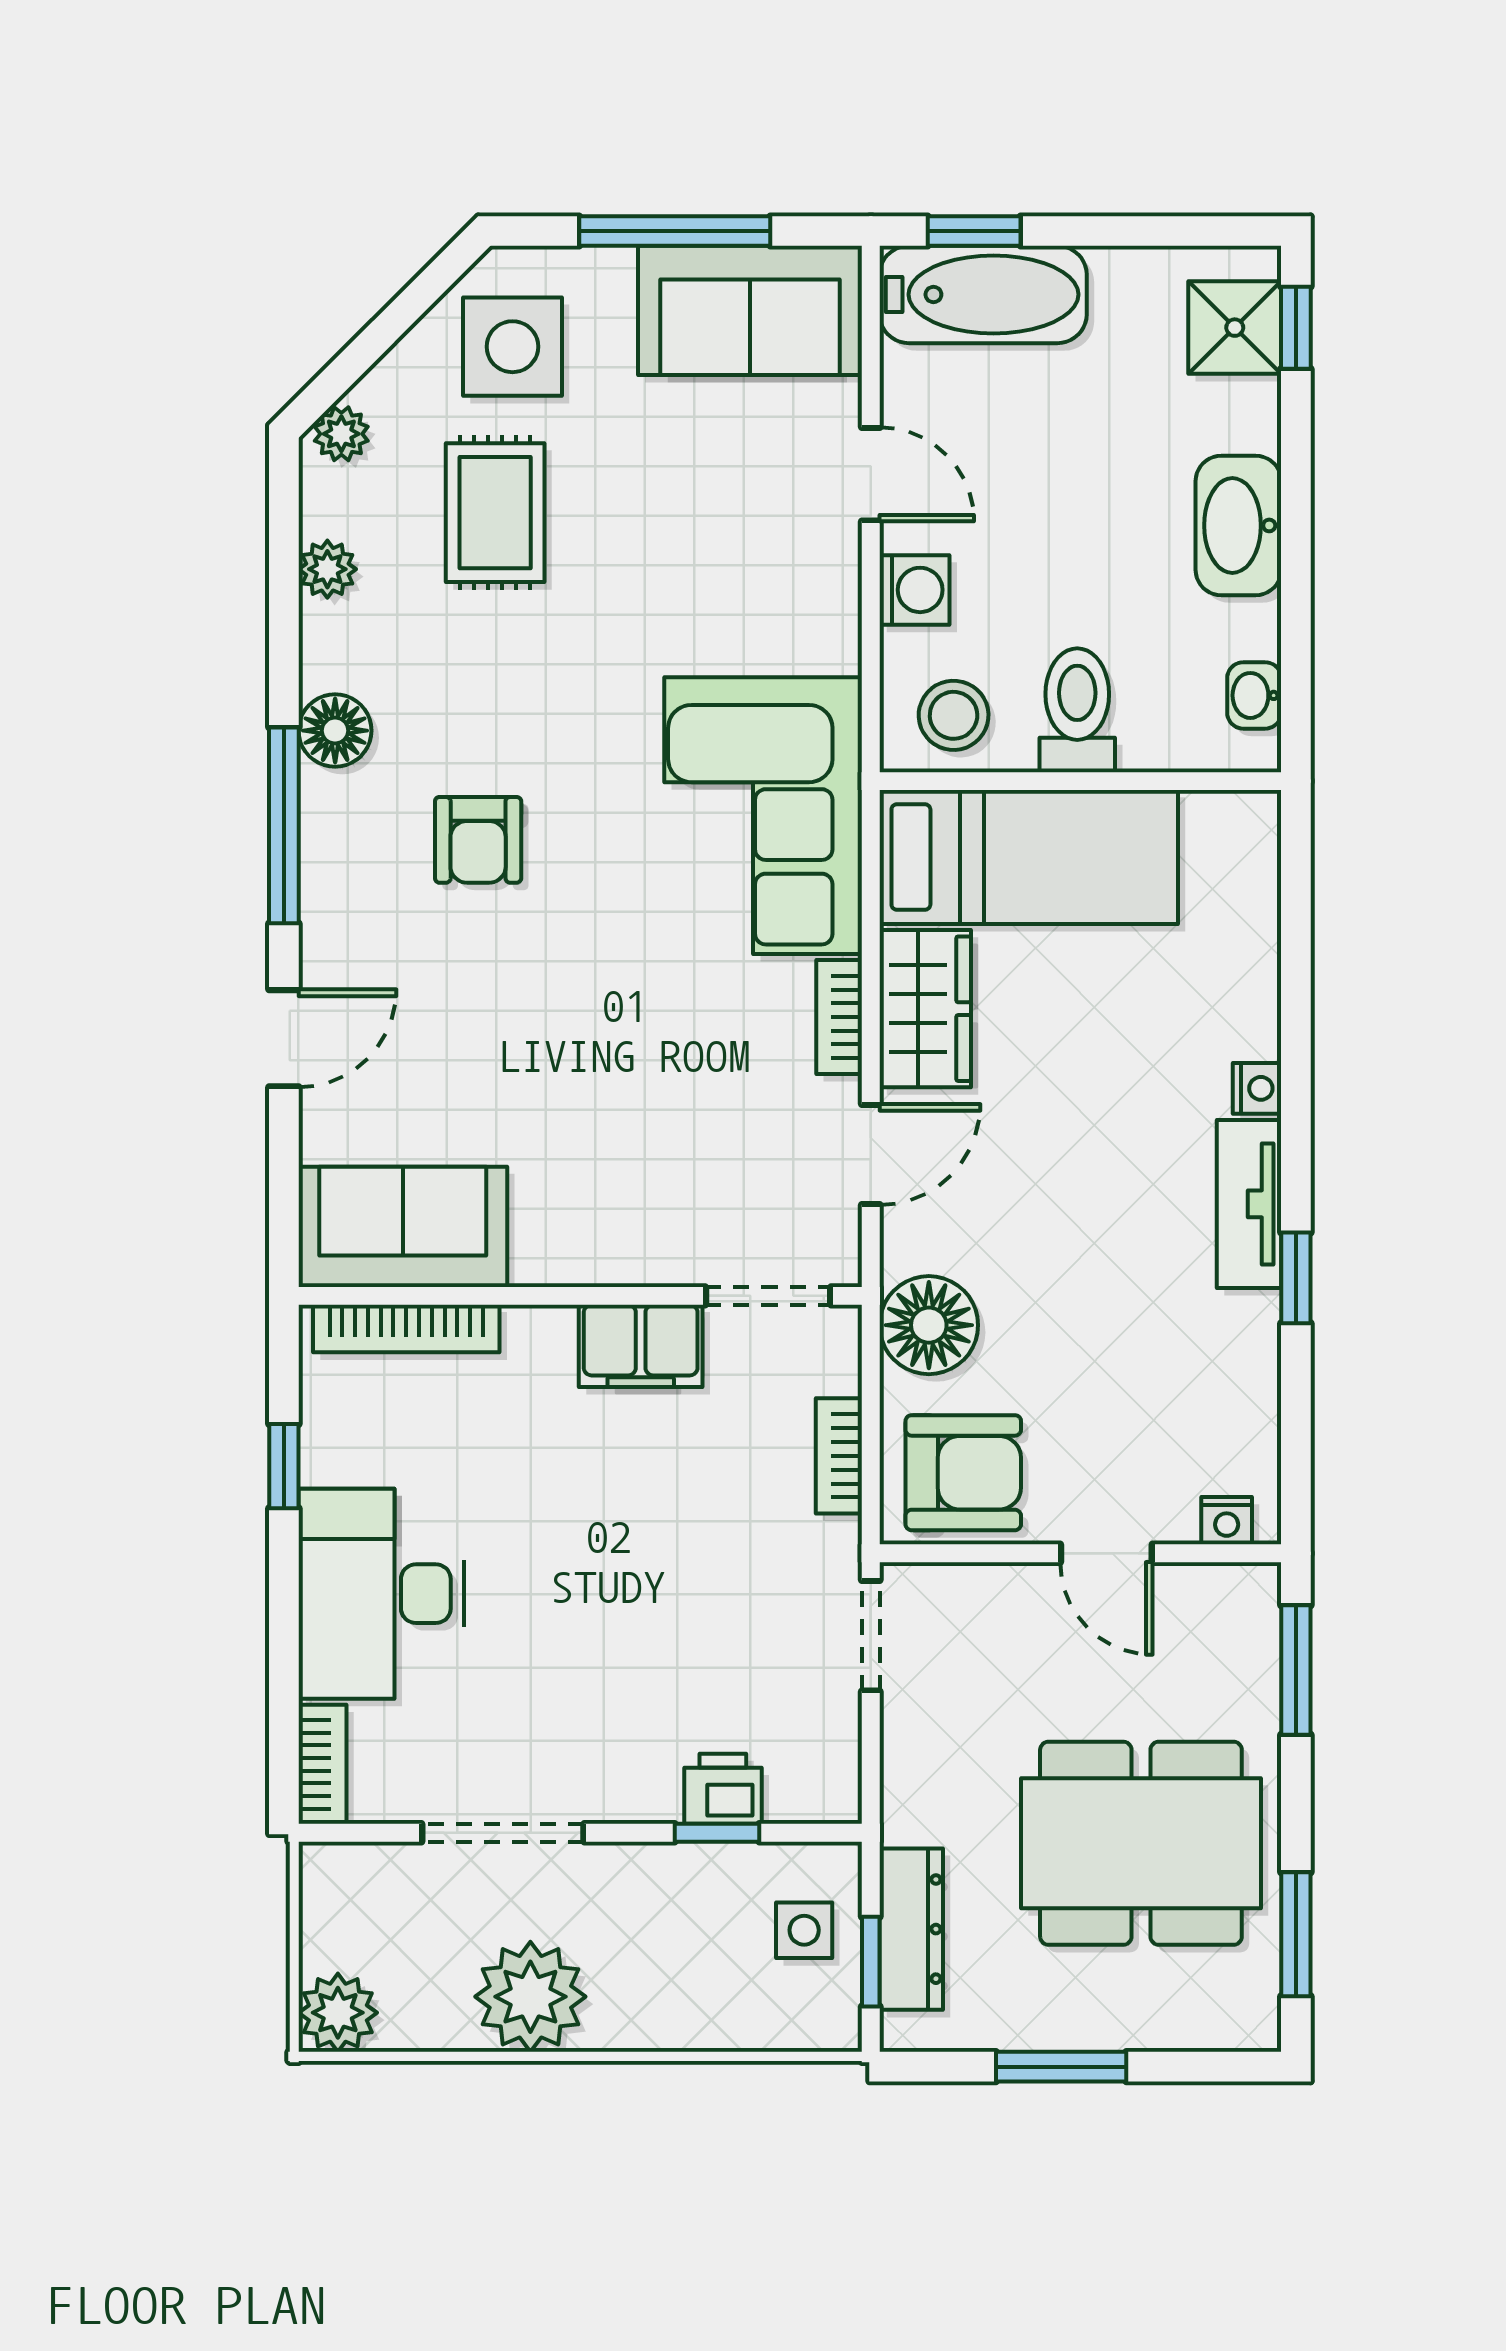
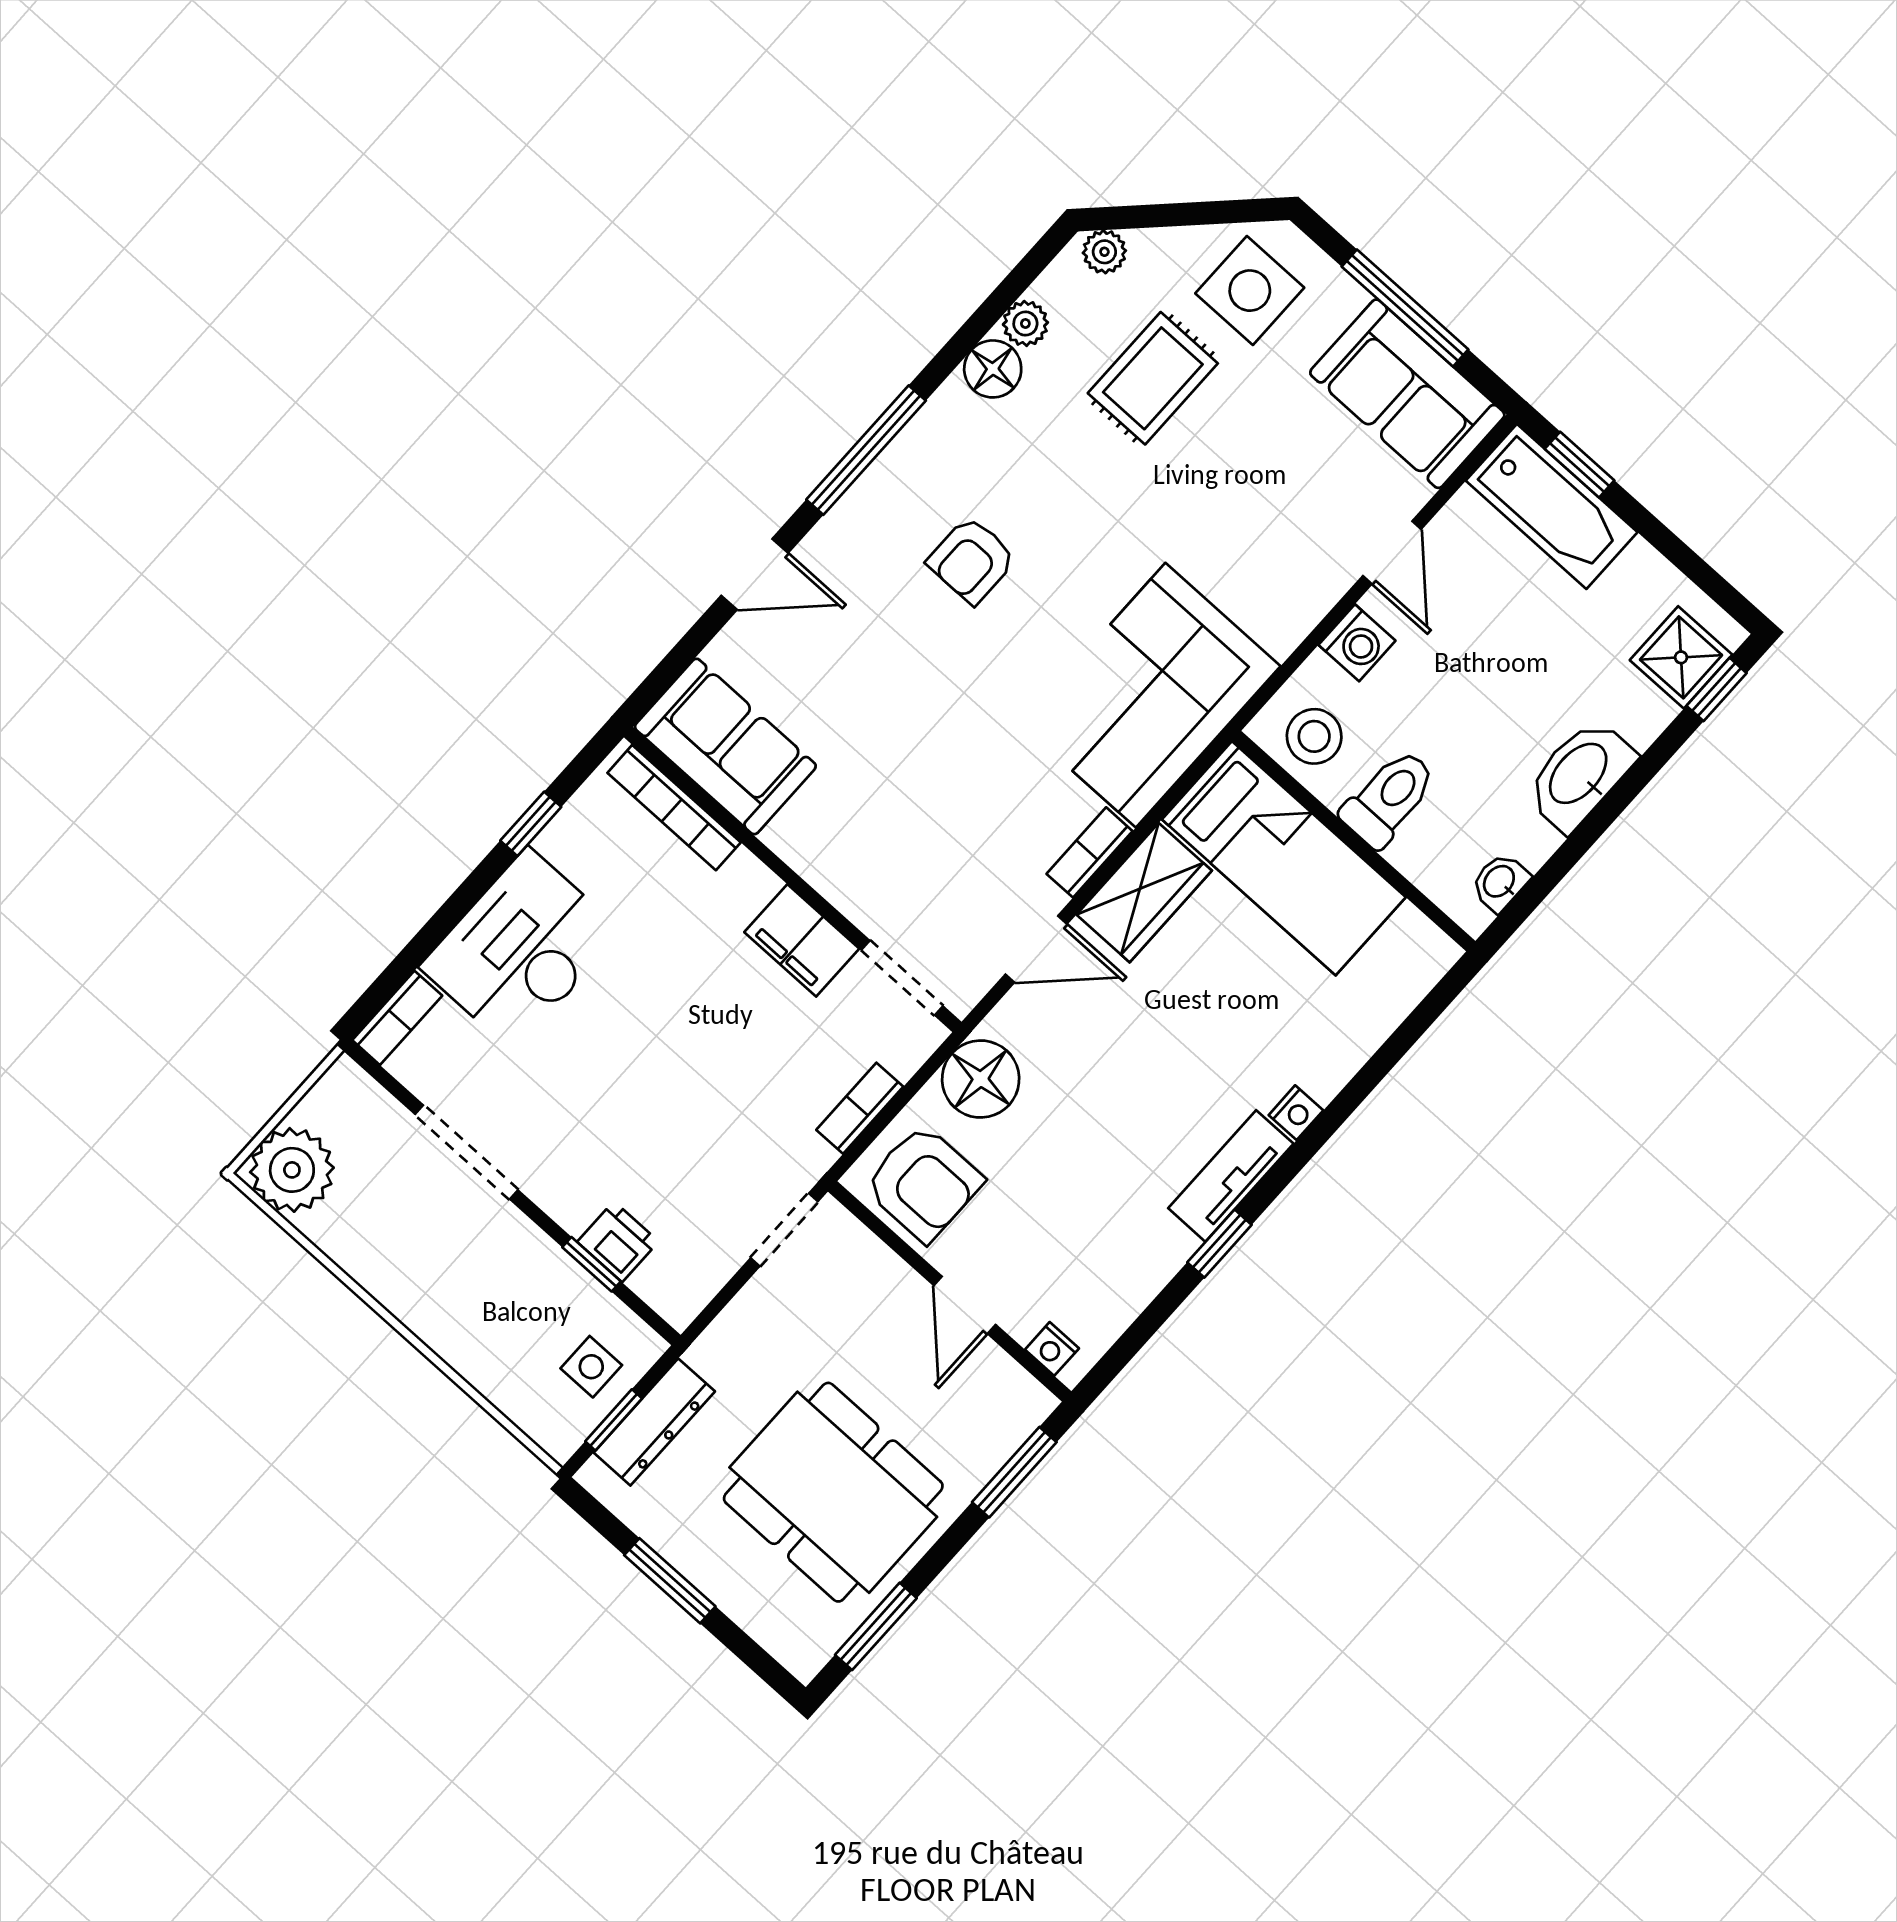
floor lamp: (335, 731) -> (993, 369), moved
plant: (530, 1997) -> (397, 1262), removed
plant: (338, 2013) -> (292, 1170), width x1.36, depth x1.36

